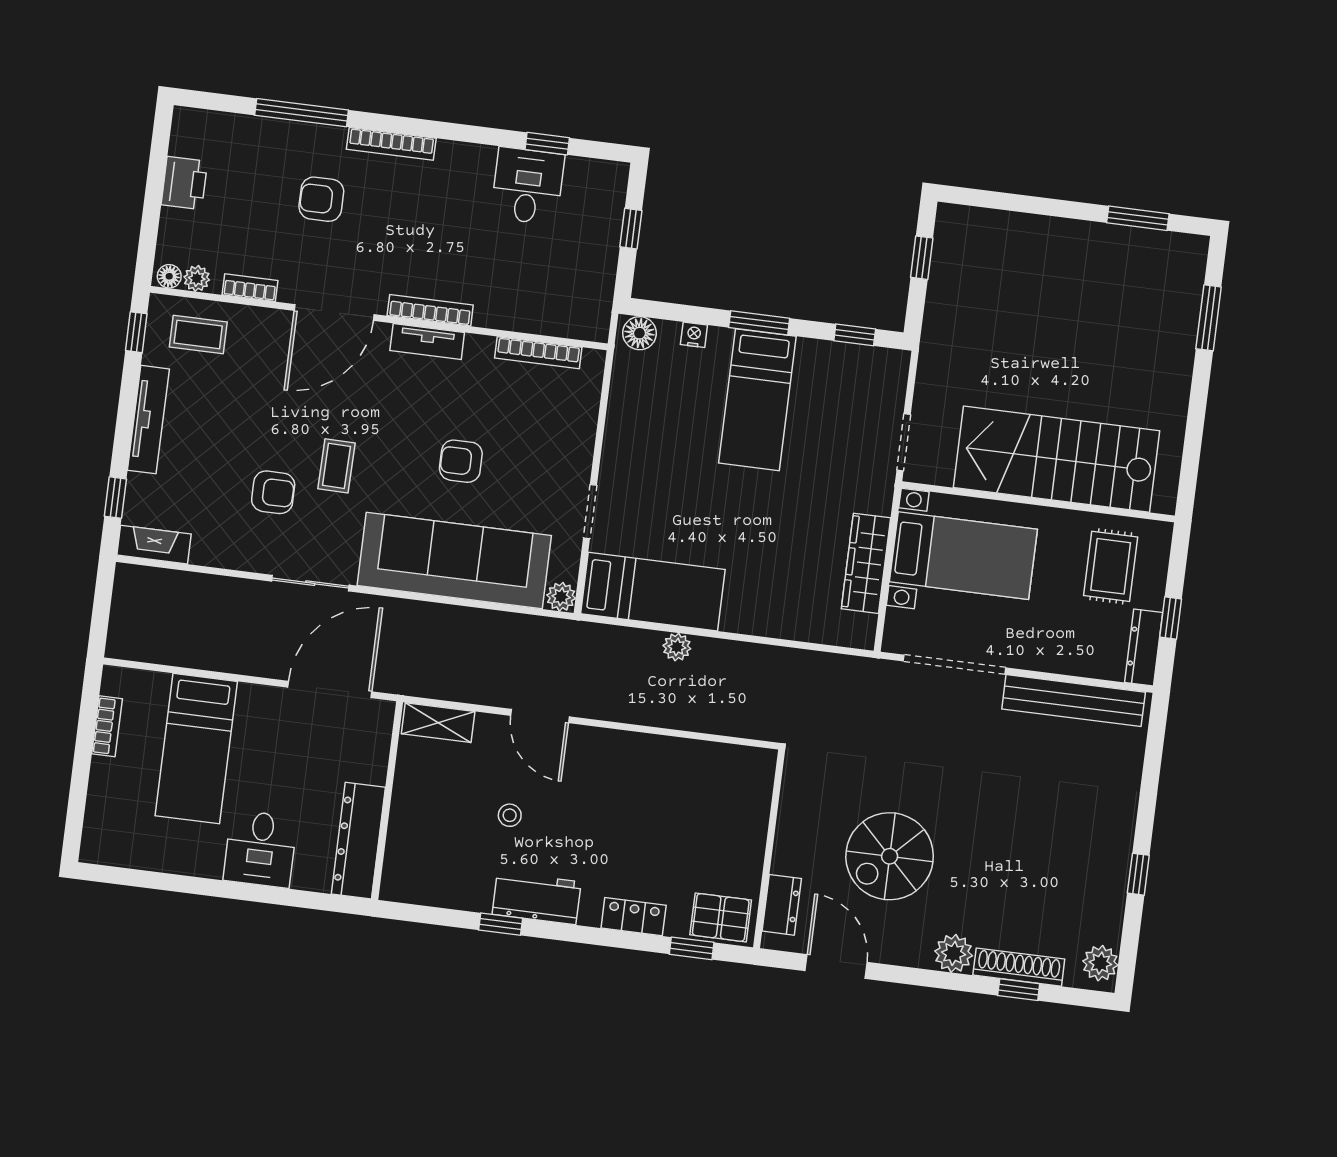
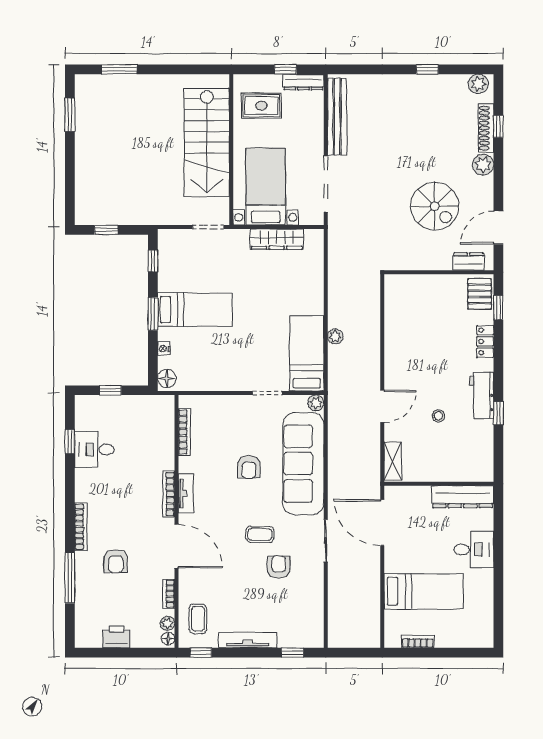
fireplace: (154, 545) -> (315, 628), removed

